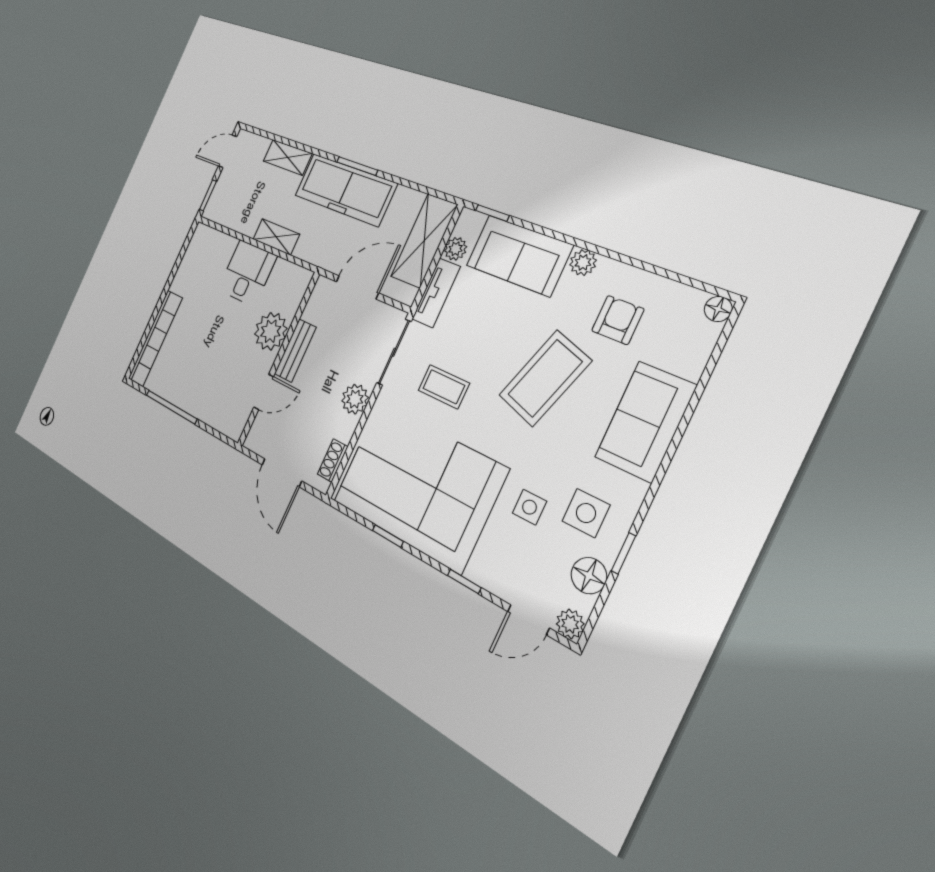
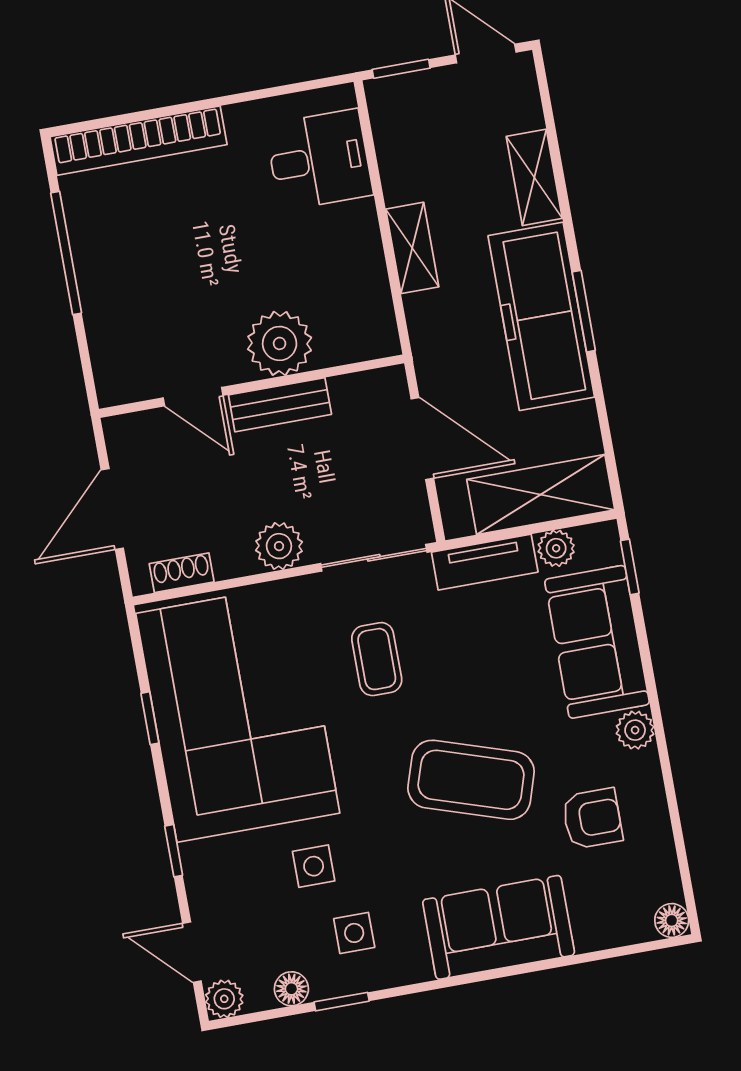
desk: (247, 273) -> (319, 160), moved
side table: (586, 513) -> (354, 933), width x0.73, depth x0.73
floor lamp: (589, 576) -> (291, 989), width x0.73, depth x0.73

